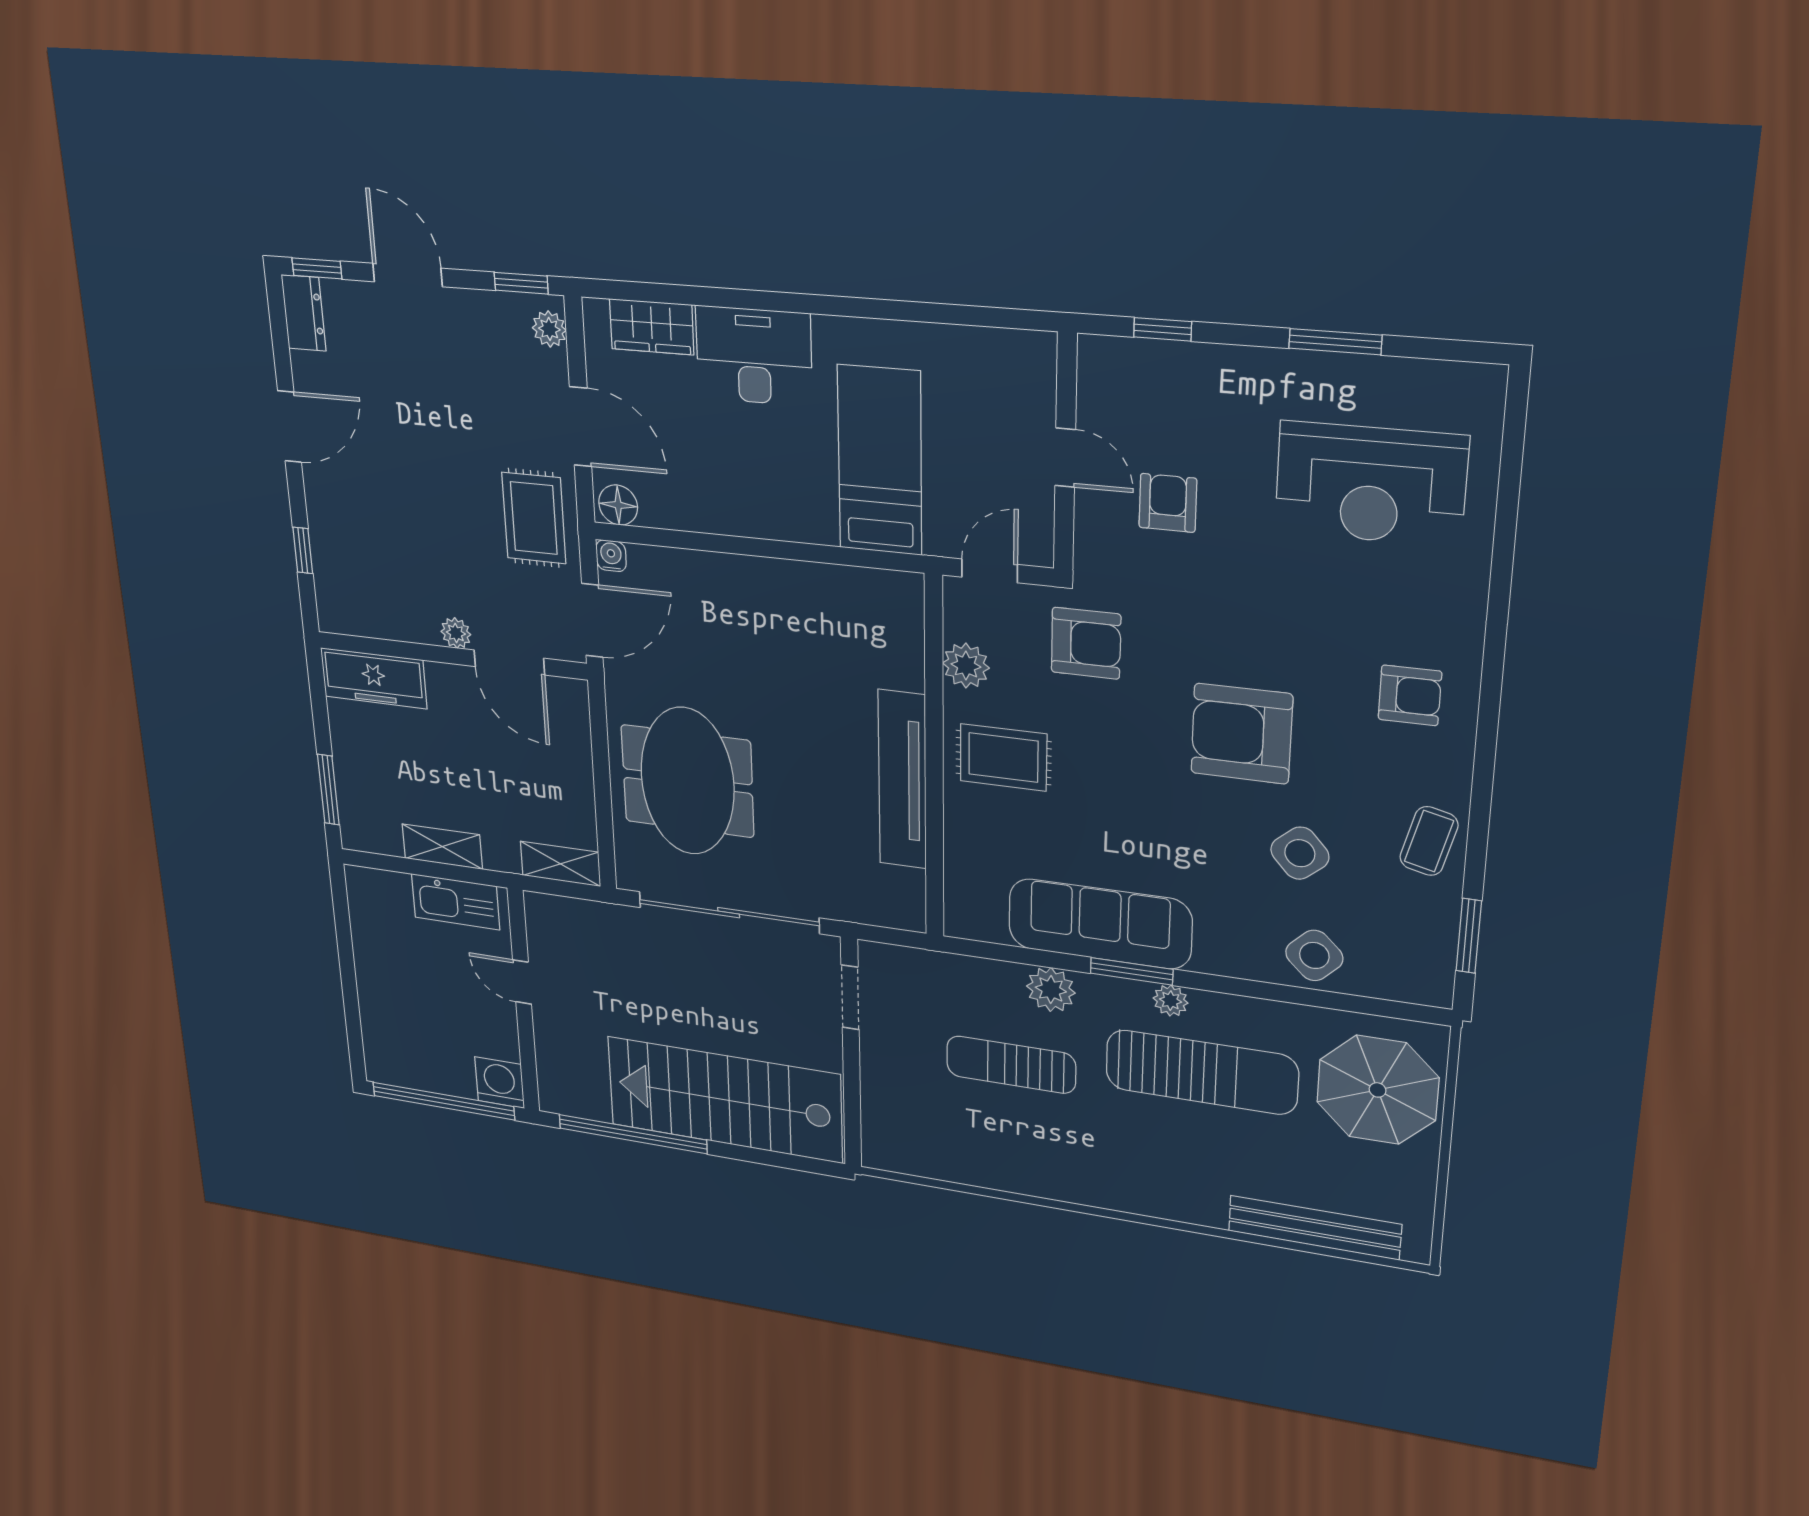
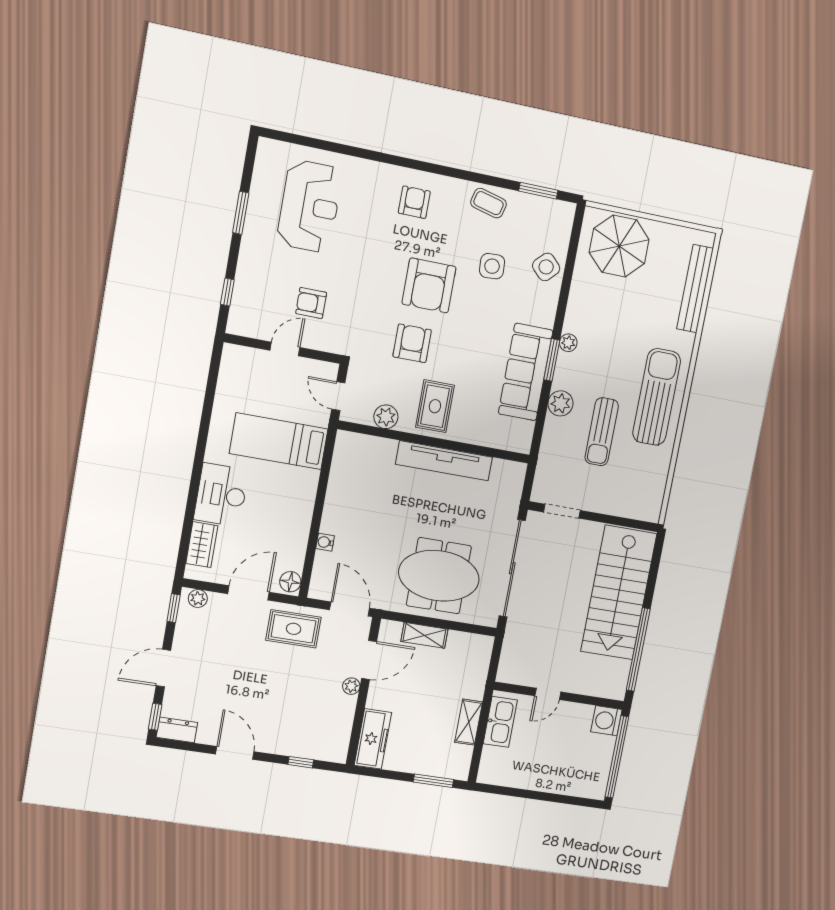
water cooler: (611, 556) -> (325, 542), moved
armchair: (1086, 643) -> (412, 343), moved
side table: (1300, 853) -> (492, 266), turned 38
shelving: (560, 864) -> (424, 635), moved, turned 90
sun lounger: (1201, 1072) -> (657, 397), moved

